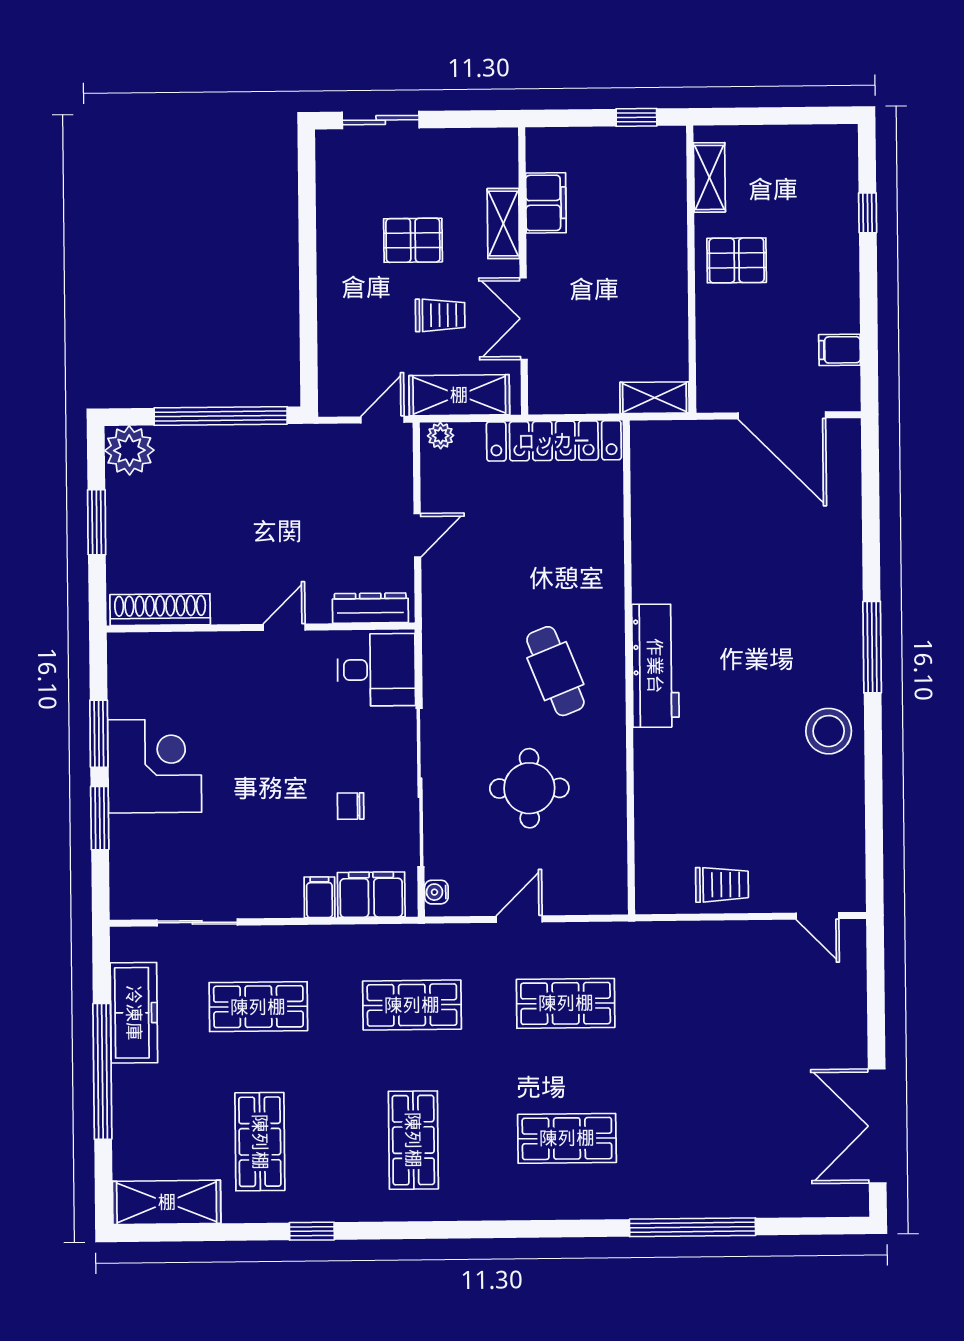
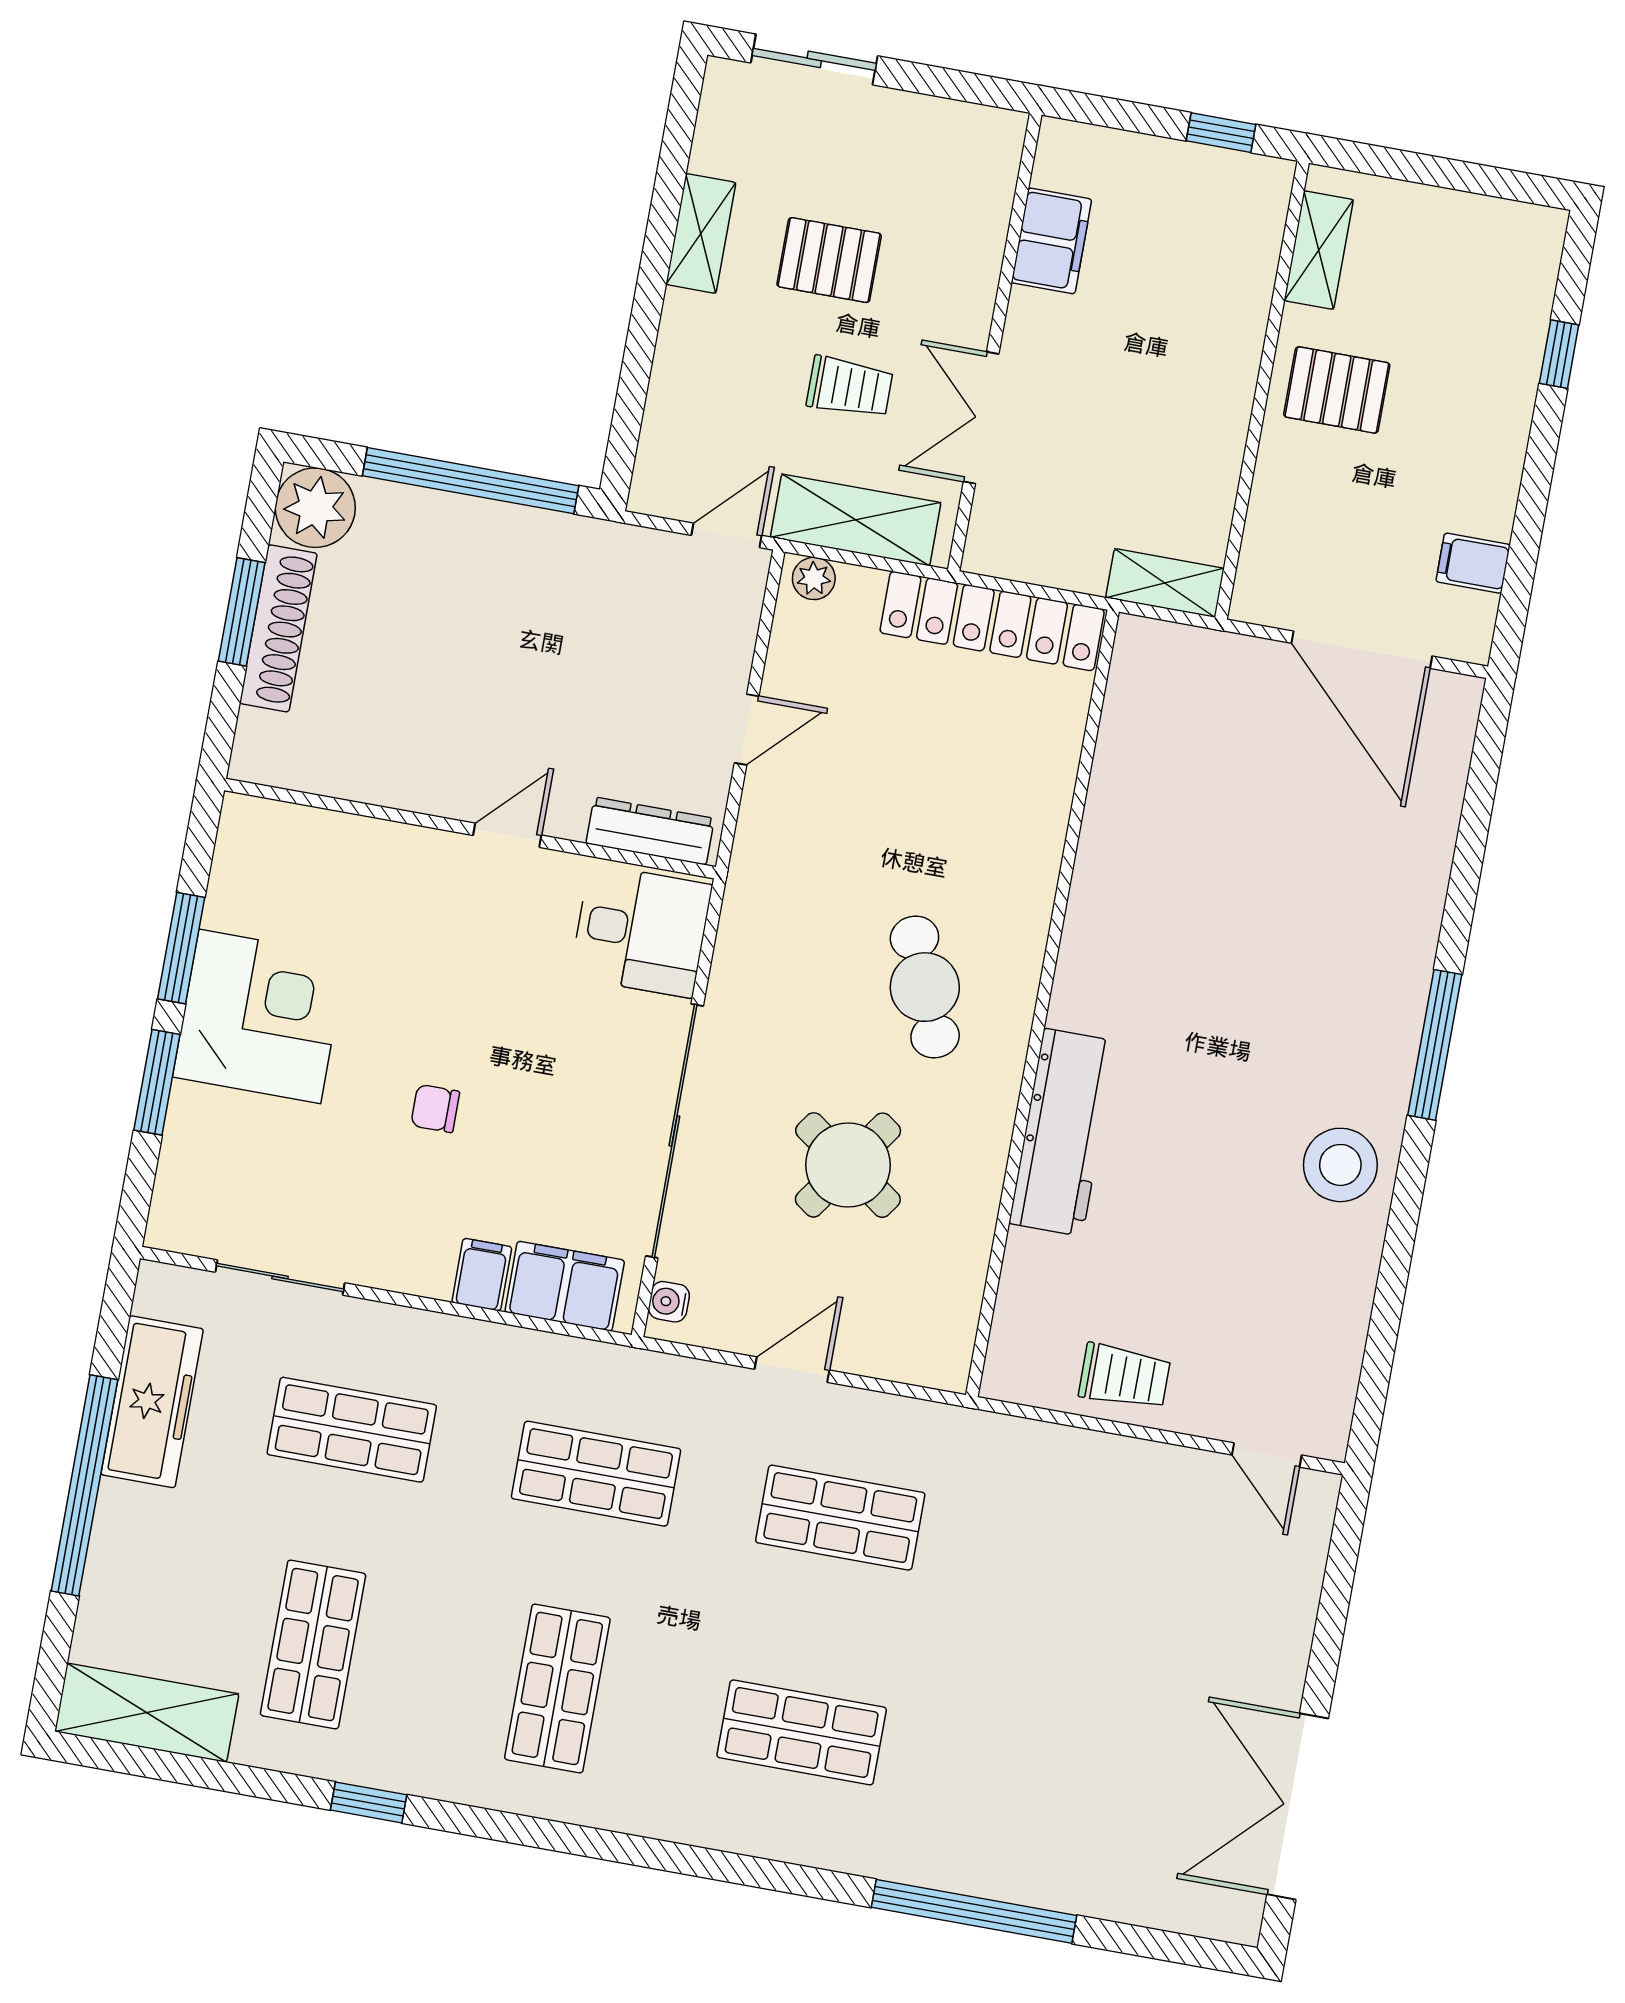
shelving: (503, 224) -> (701, 233), moved
shoe rack: (160, 610) -> (278, 628), moved, turned 90
workbench: (655, 666) -> (1063, 1132), moved
round table: (529, 788) -> (848, 1165), turned 35
chair: (351, 806) -> (435, 1108), moved

